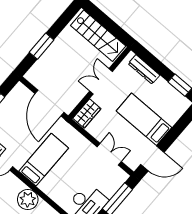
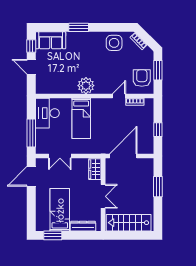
door: (49, 103) -> (123, 156), hinge flipped
bed: (144, 119) -> (60, 210), moved, turned -90
bed: (44, 160) -> (81, 118), moved

